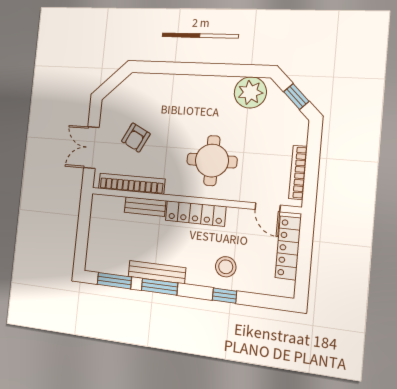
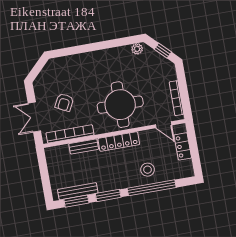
plant: (250, 92) -> (137, 49), width x0.53, depth x0.53
round table: (212, 161) -> (120, 105), width x1.36, depth x1.36
locker: (288, 248) -> (183, 146), width x0.66
bench: (157, 272) -> (78, 191), moved
window: (224, 296) -> (152, 188), width x3.17

